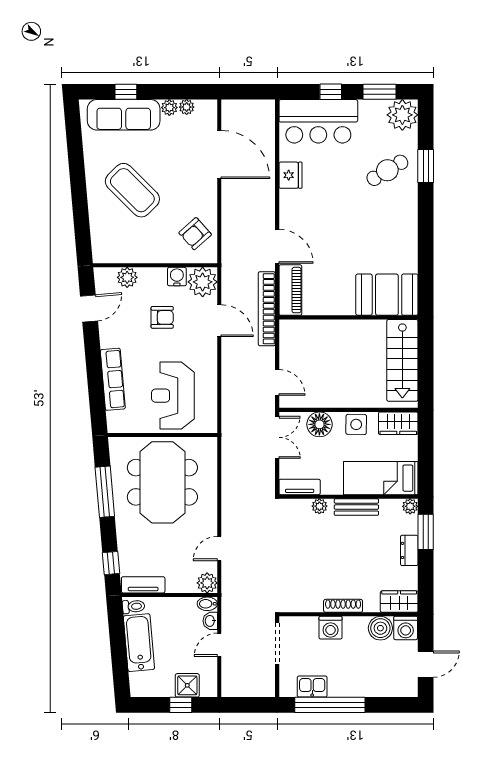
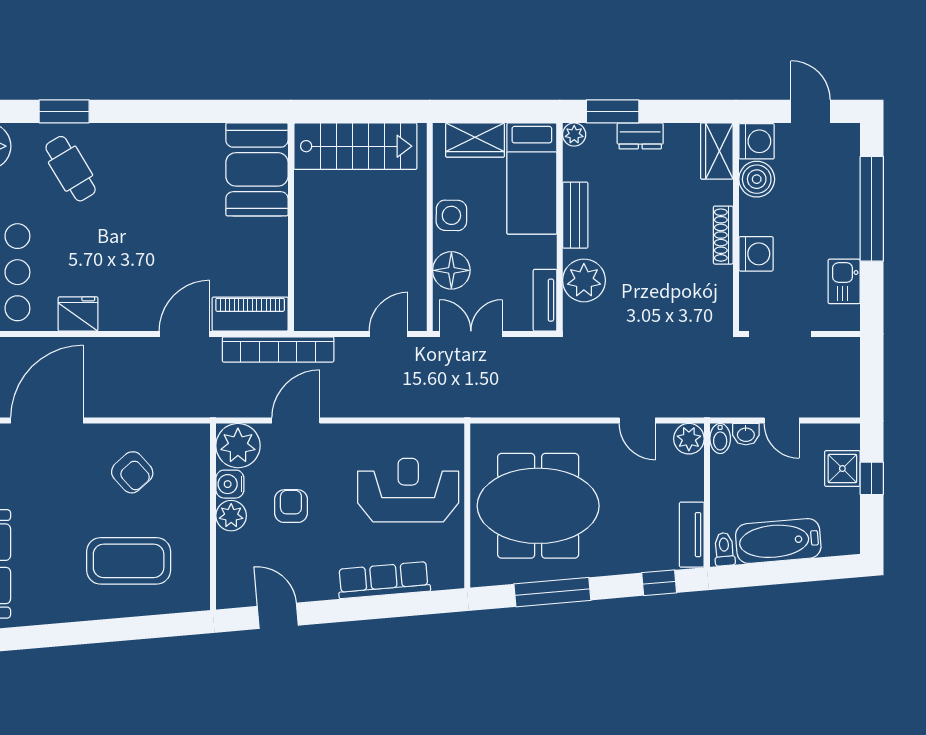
coffee table: (132, 190) -> (129, 561), moved, turned 45
armchair: (195, 234) -> (132, 472), moved
plant: (127, 277) -> (231, 516), moved
reception desk: (173, 396) -> (408, 490), turned 180
wardrobe: (398, 423) -> (475, 140), moved, turned 90
plant: (319, 506) -> (584, 280), width x1.88, depth x1.88
window: (330, 705) -> (872, 209), moved

